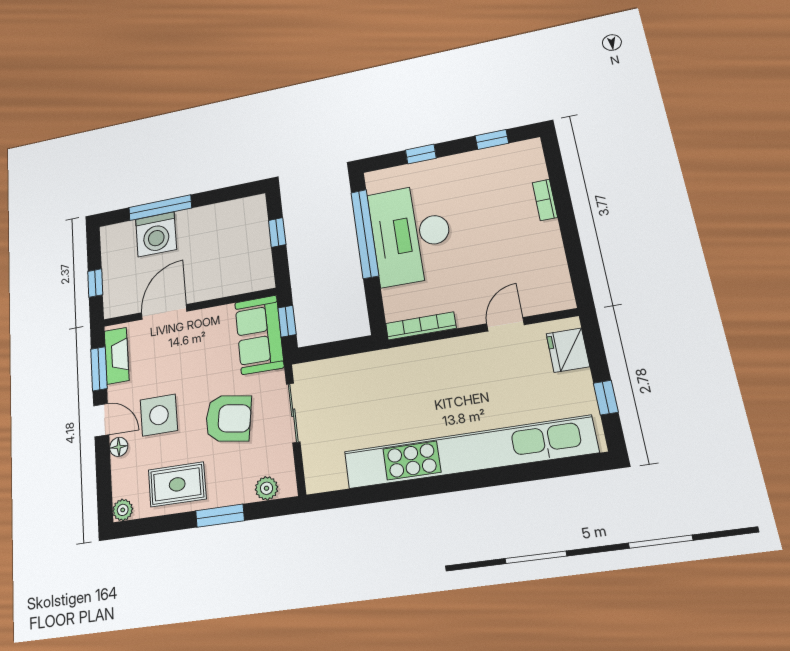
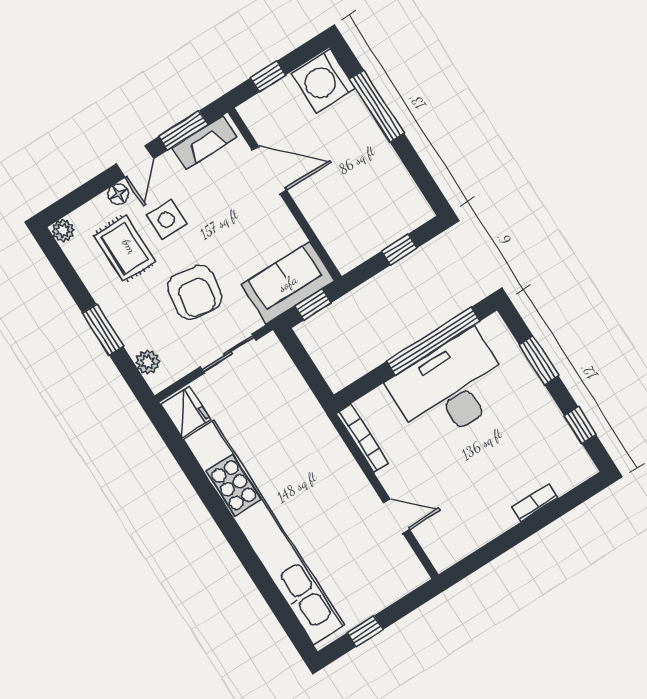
window: (421, 154) -> (539, 360), width x1.50
washing machine: (156, 234) -> (323, 81), moved
fridge: (568, 350) -> (186, 412), moved, turned 90
side table: (159, 415) -> (167, 220), width x0.73, depth x0.73
rug: (177, 484) -> (125, 248), moved

